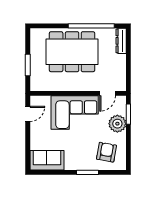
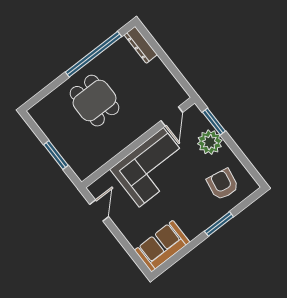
dining table: (72, 52) -> (94, 101), width x0.53, depth x0.80

